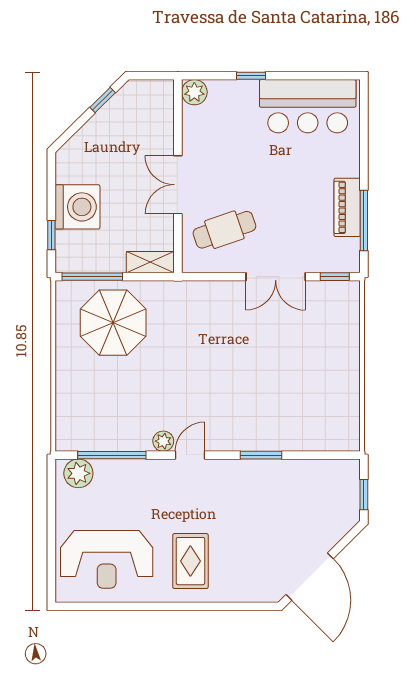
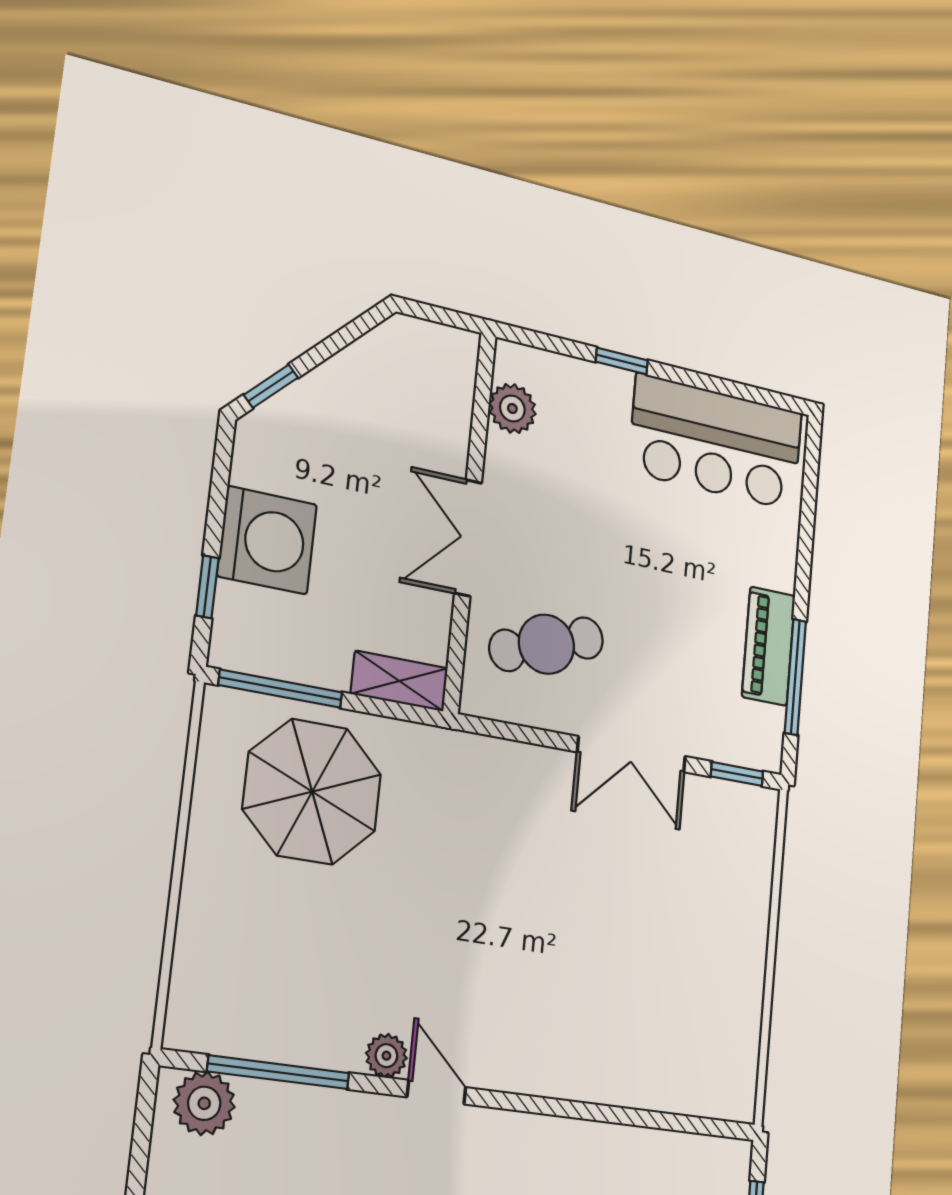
plant: (194, 92) -> (512, 408), moved
window: (103, 100) -> (271, 386), moved
door: (190, 455) -> (436, 1092), hinge flipped
window: (261, 455) -> (573, 1109), removed

